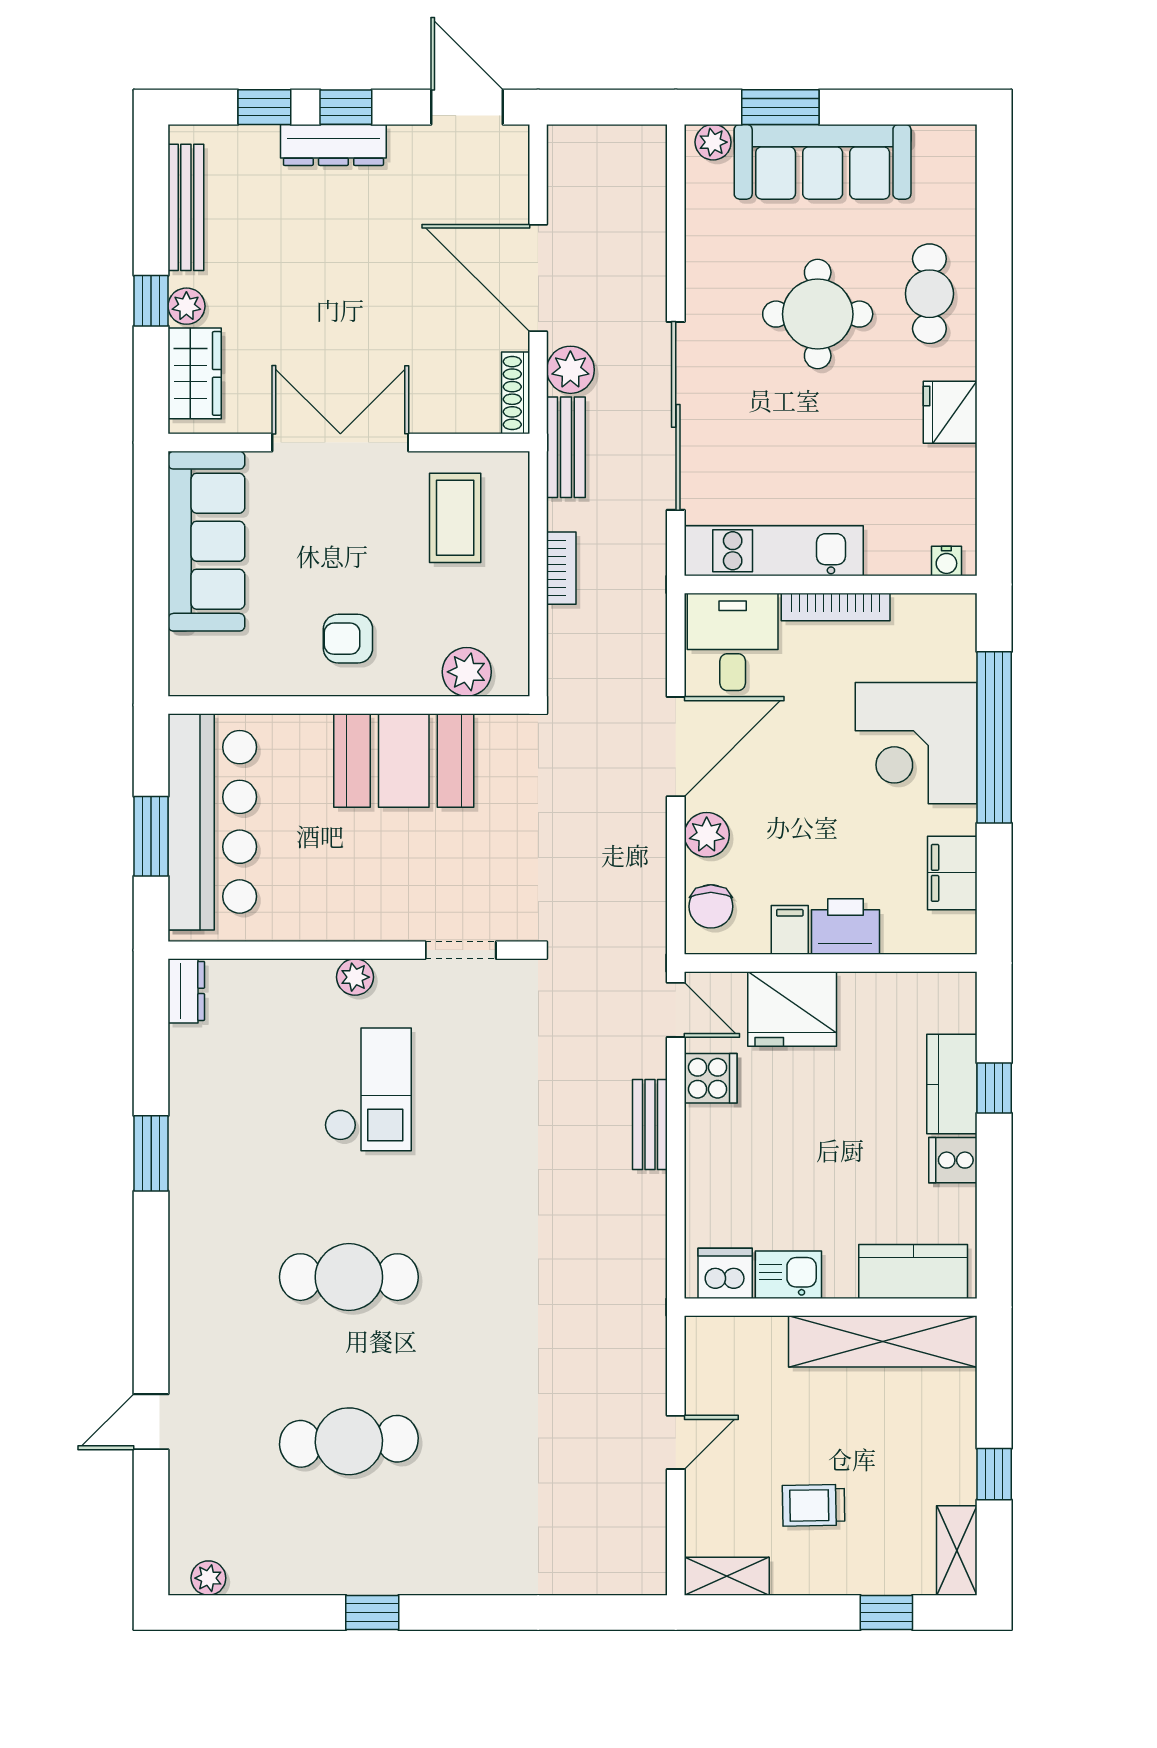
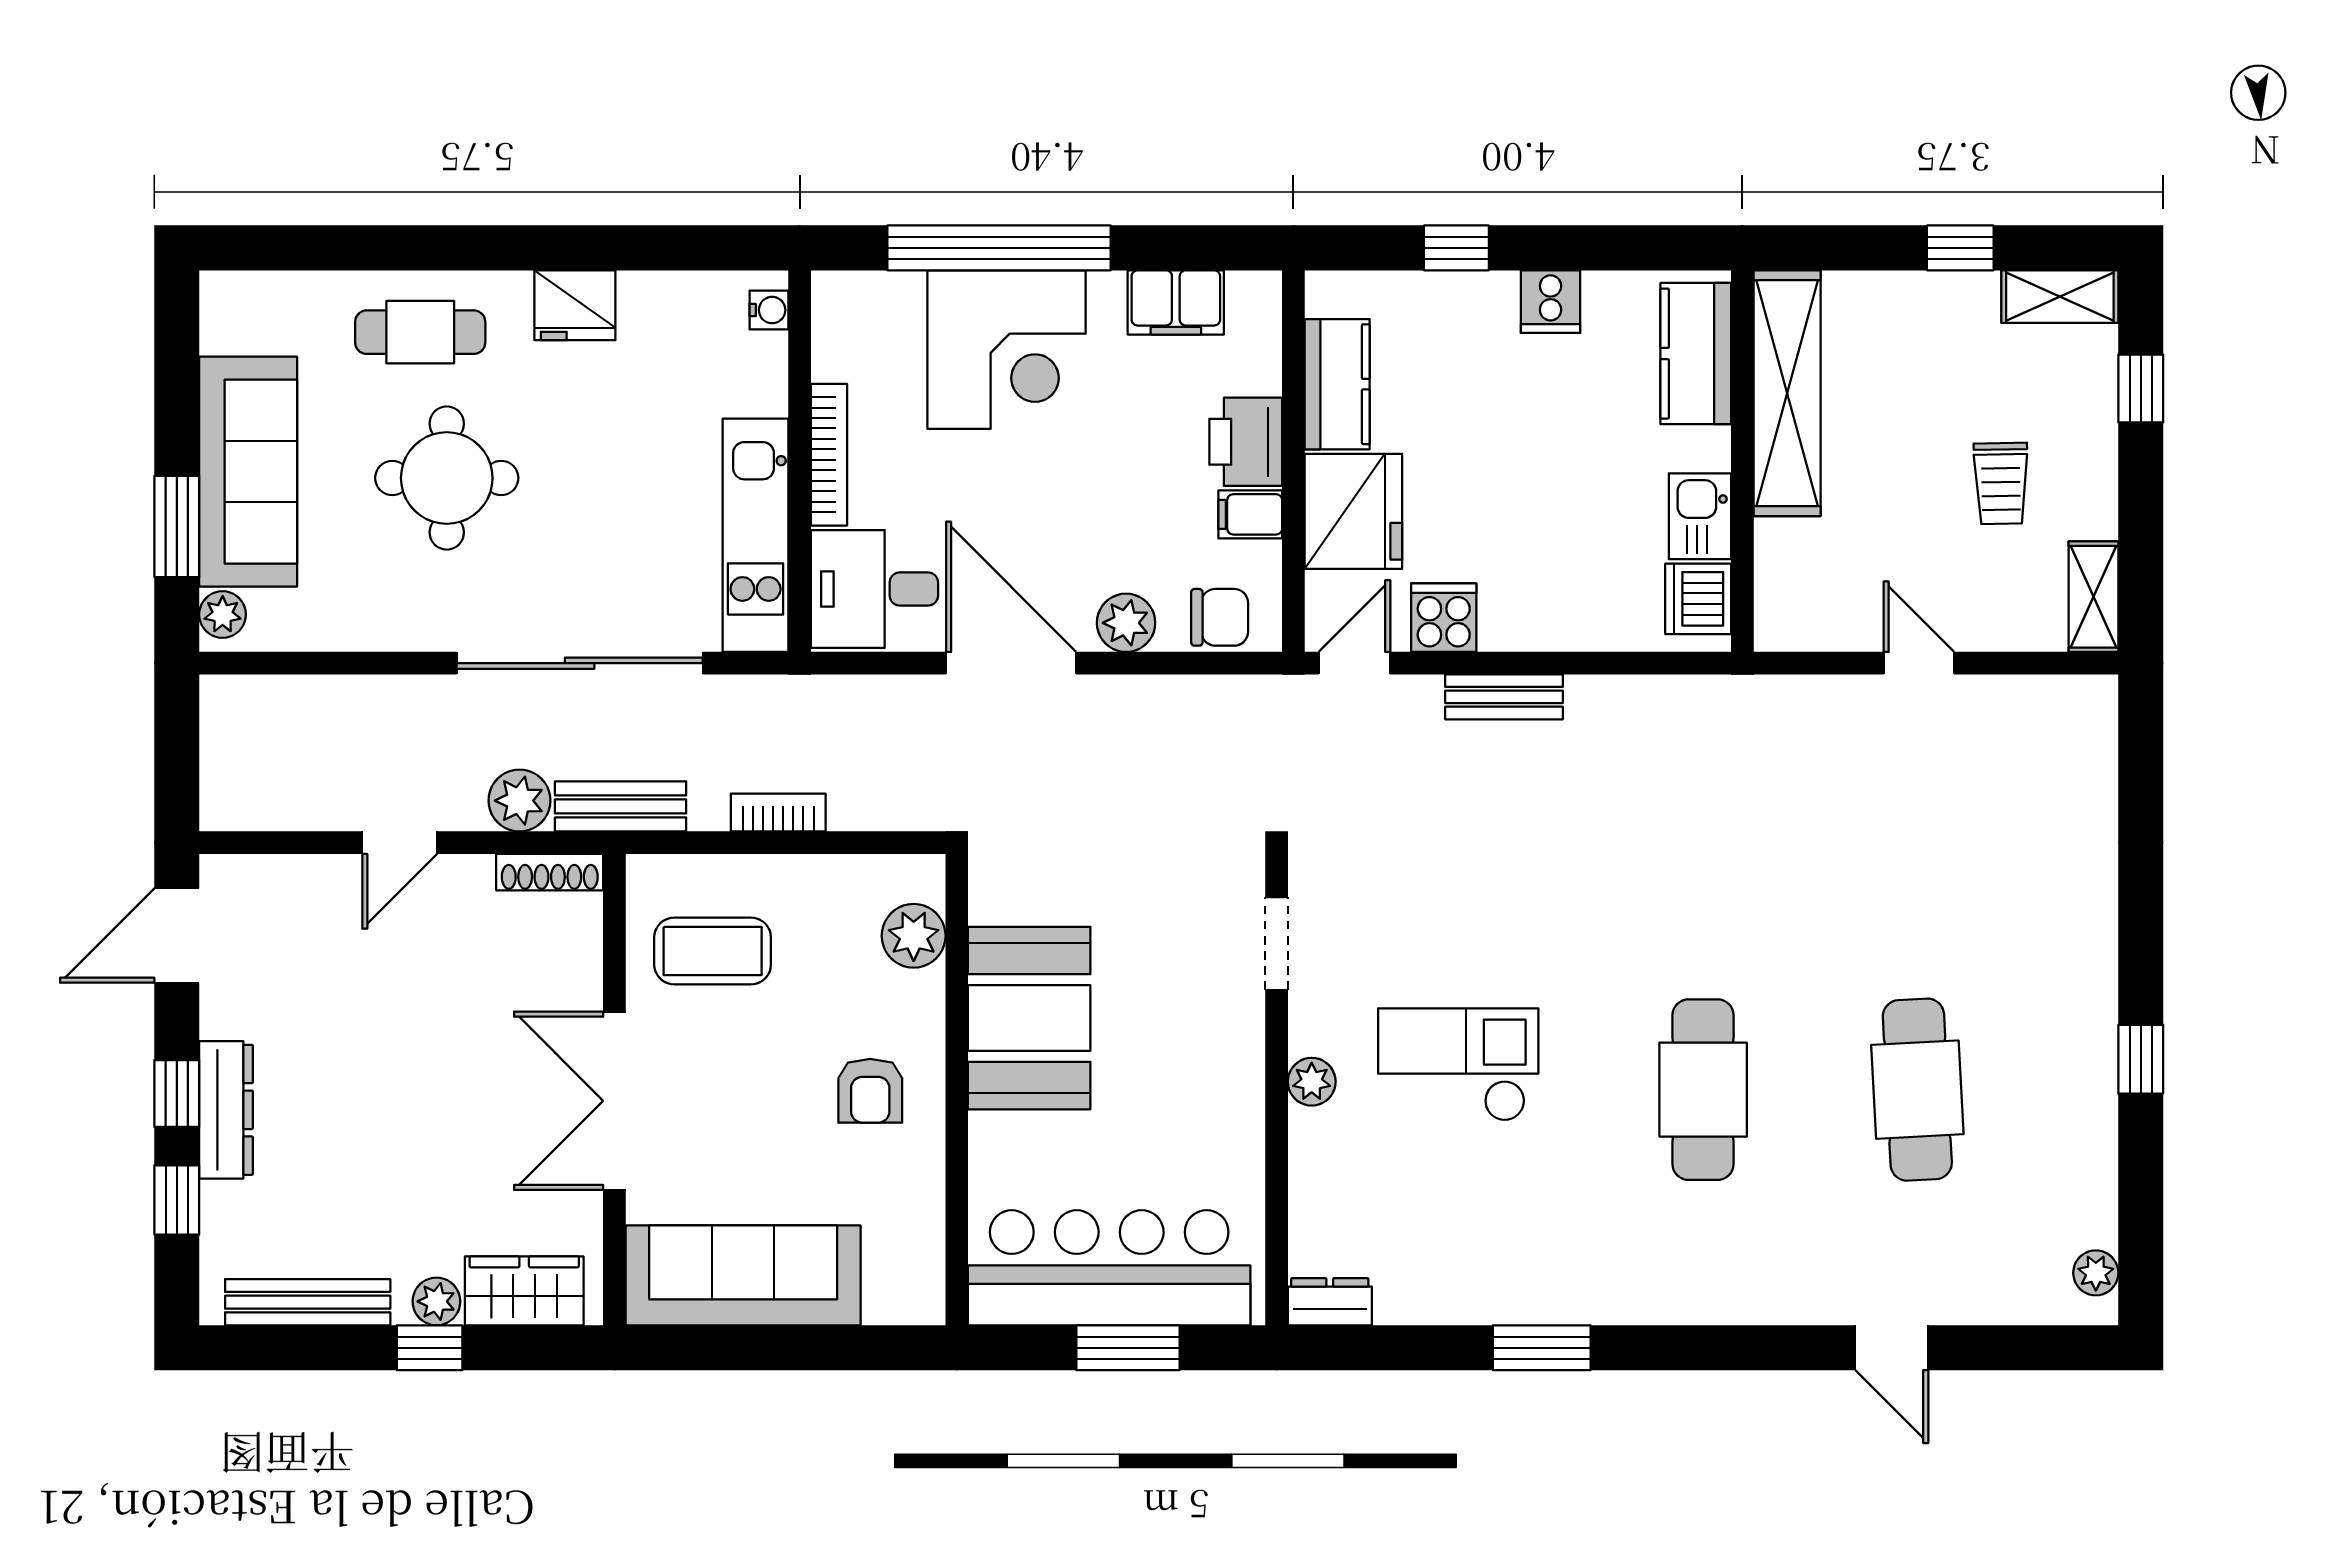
door: (538, 278) -> (400, 843), width x0.53
kitchen counter: (952, 1084) -> (1337, 384), moved, turned -90

